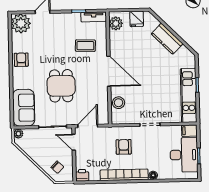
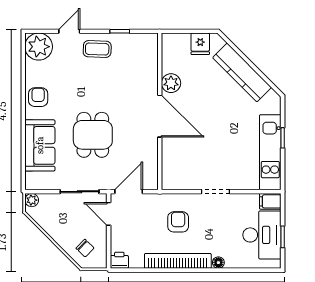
tv unit: (94, 17) -> (140, 40), removed
plant: (116, 23) -> (171, 83), moved
kitchen counter: (167, 39) -> (242, 72), width x1.50
coffee table: (85, 46) -> (97, 49), moved
stool: (119, 103) -> (172, 160), removed
sofa: (24, 108) -> (40, 145), moved

